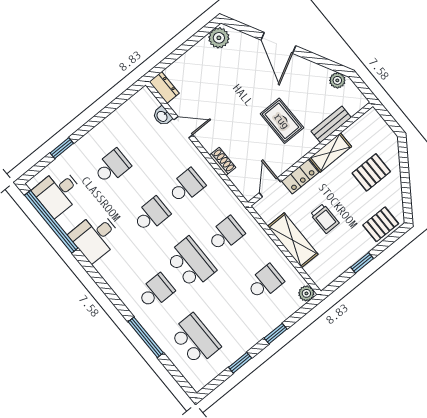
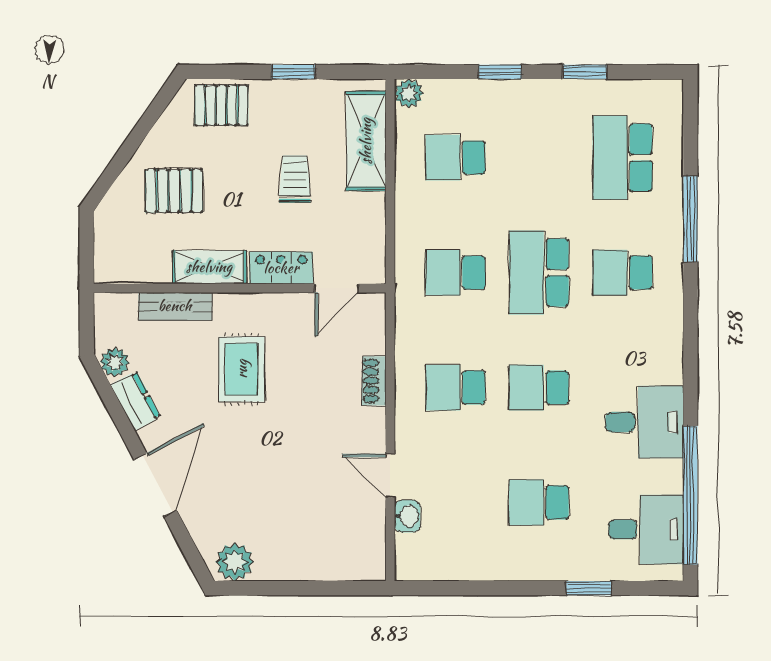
dresser: (164, 88) -> (135, 401), moved, turned 152
shelving: (293, 240) -> (366, 141), moved

